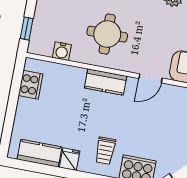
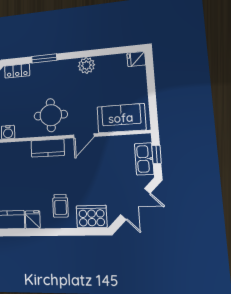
round table: (107, 34) -> (51, 115), moved

